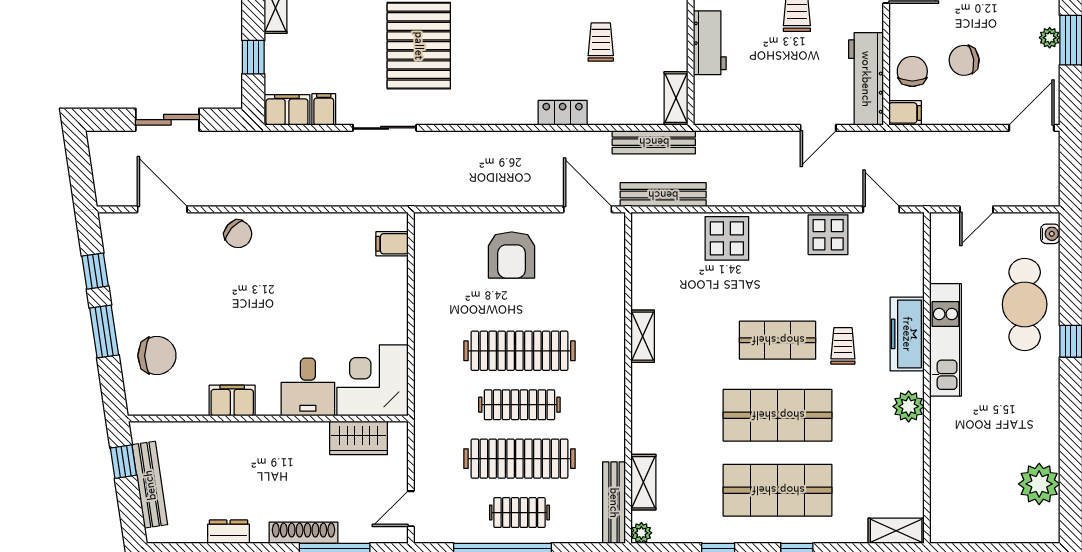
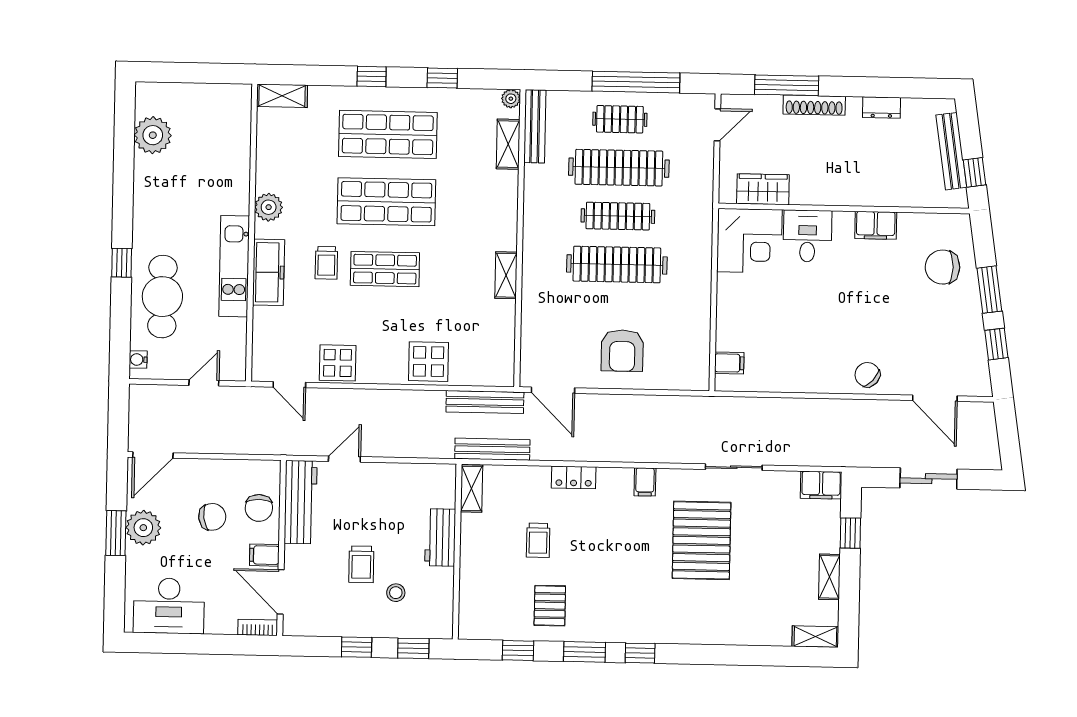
plant: (1050, 38) -> (143, 528), width x1.88, depth x1.88
filing cabinet: (324, 109) -> (645, 482), moved
filing cabinet: (905, 113) -> (264, 555), moved
armchair: (512, 255) -> (622, 351), turned 180

